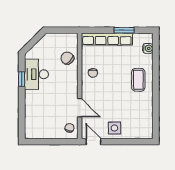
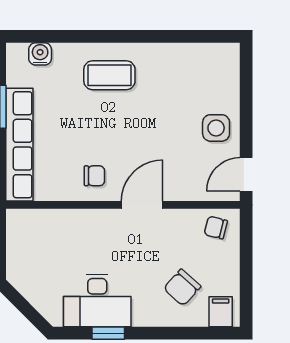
chair: (67, 58) -> (182, 287), moved
door: (80, 108) -> (142, 205), moved
filing cabinet: (31, 130) -> (221, 312), added

